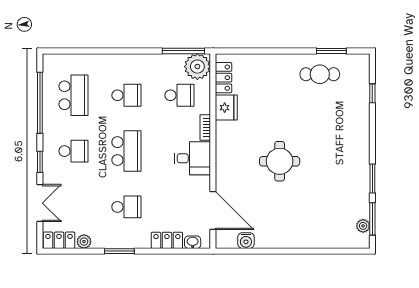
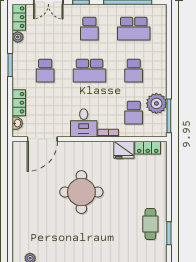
plant: (197, 67) -> (156, 103), moved
round table: (280, 161) -> (81, 192), width x1.36, depth x1.36
water cooler: (246, 241) -> (19, 165), removed

